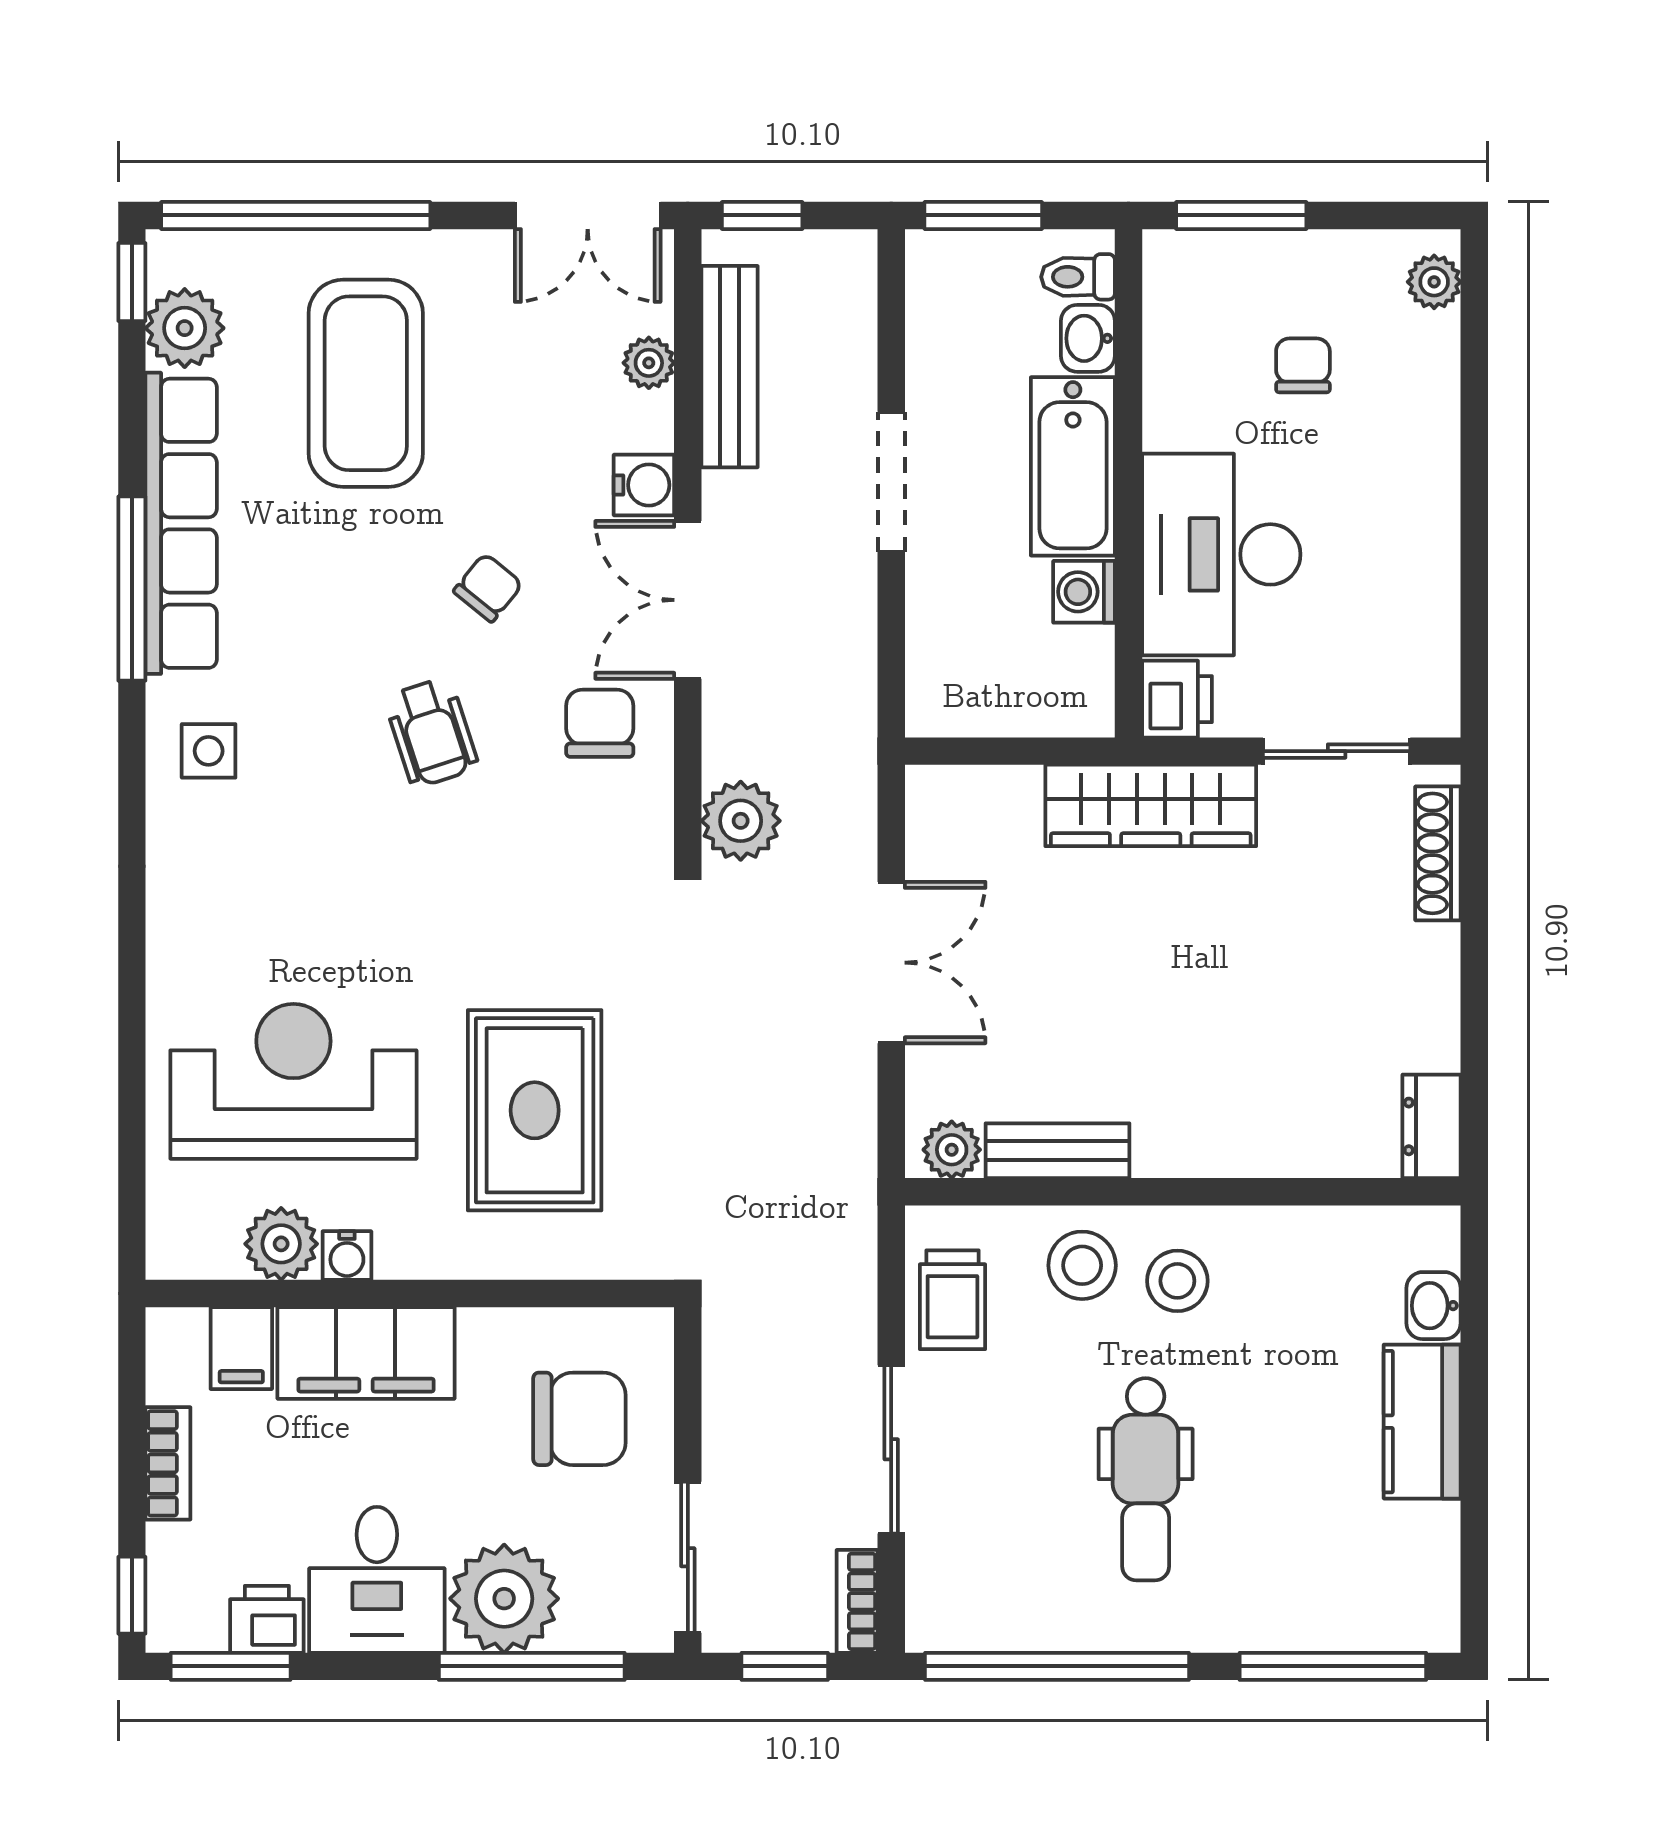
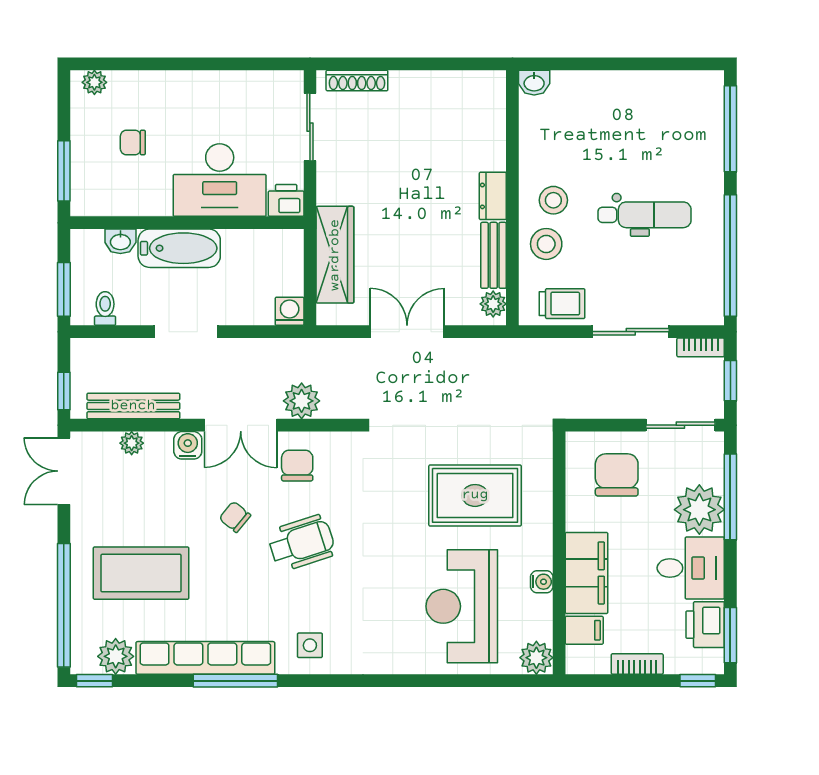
double door: (588, 215) -> (64, 471), swing flipped
toilet: (1078, 277) -> (105, 309), moved, turned 180
washing machine: (1084, 592) -> (290, 311), moved, turned 180
chair: (600, 723) -> (297, 466), turned 90
wheelchair: (431, 733) -> (301, 543), width x1.36, depth x1.37
wardrobe: (1151, 805) -> (335, 255), moved
plant: (741, 821) -> (302, 401), moved
dresser: (1432, 1126) -> (493, 196), moved, turned 90
plant: (281, 1244) -> (536, 658), moved
washbasin: (1434, 1306) -> (534, 83), moved
kitchen counter: (1422, 1422) -> (618, 88), removed
printer: (267, 1619) -> (705, 625), width x1.36, depth x1.24

